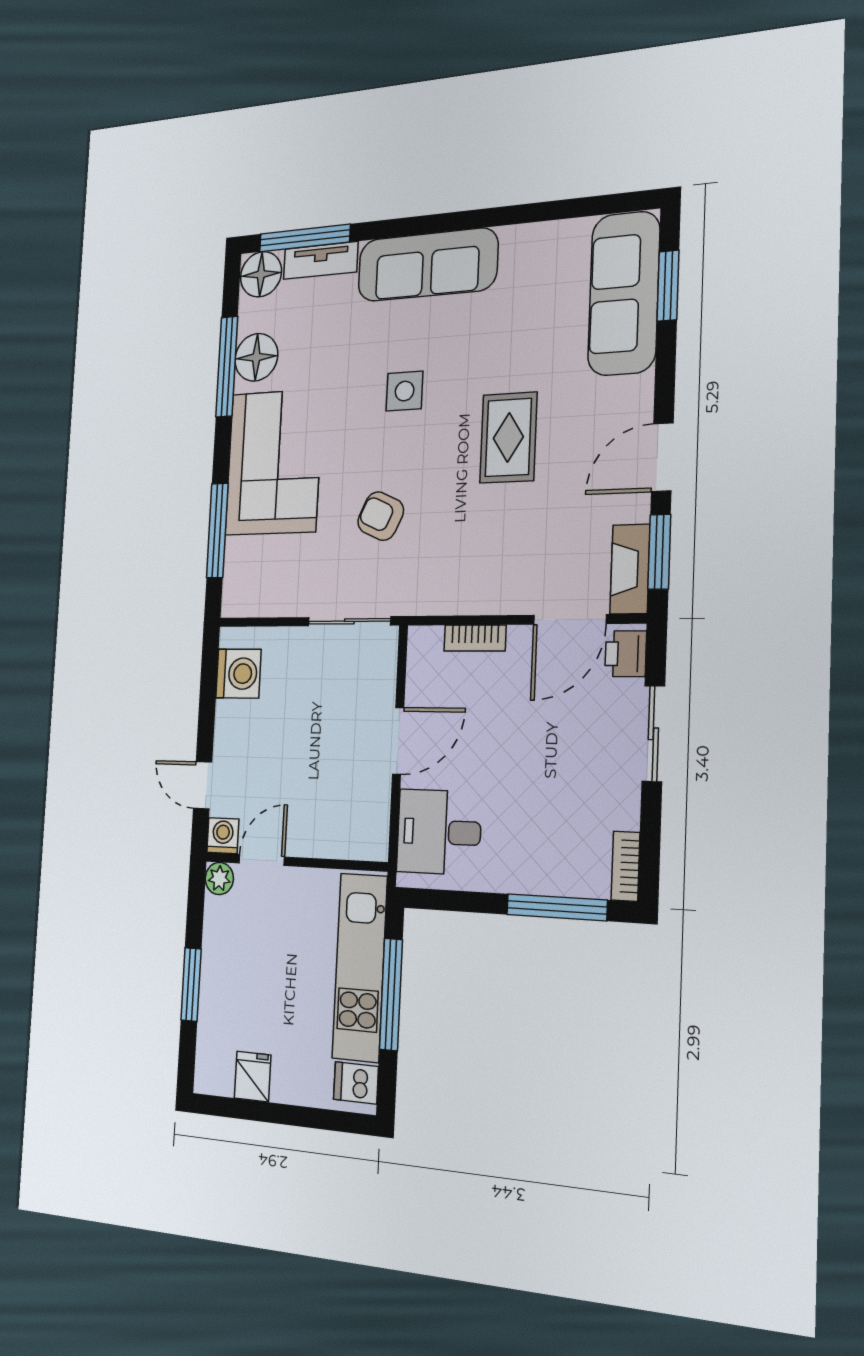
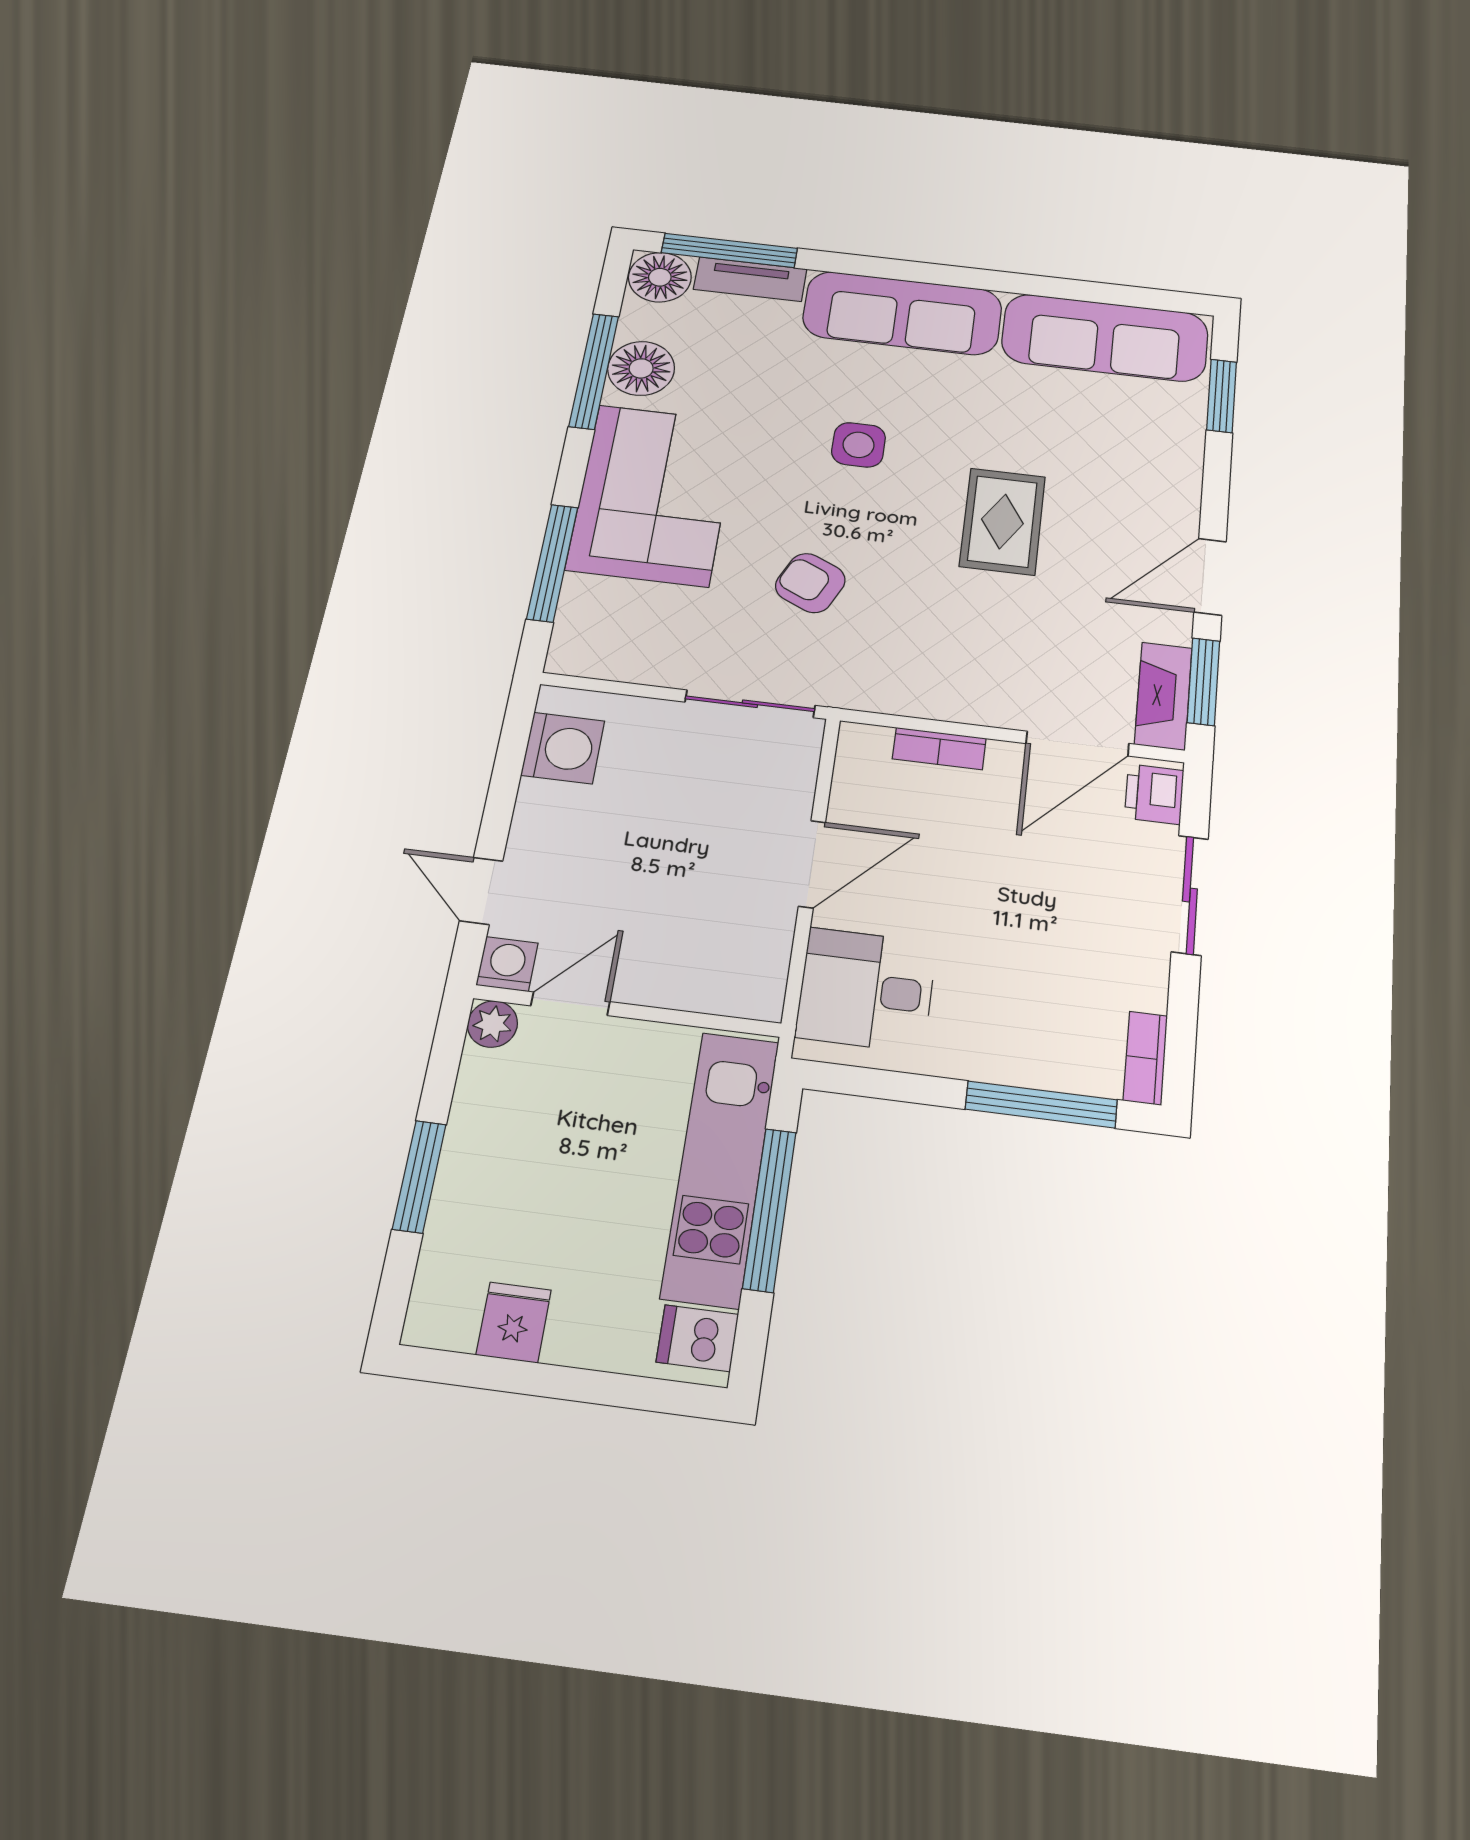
sofa: (624, 293) -> (1105, 338), moved, turned -90

